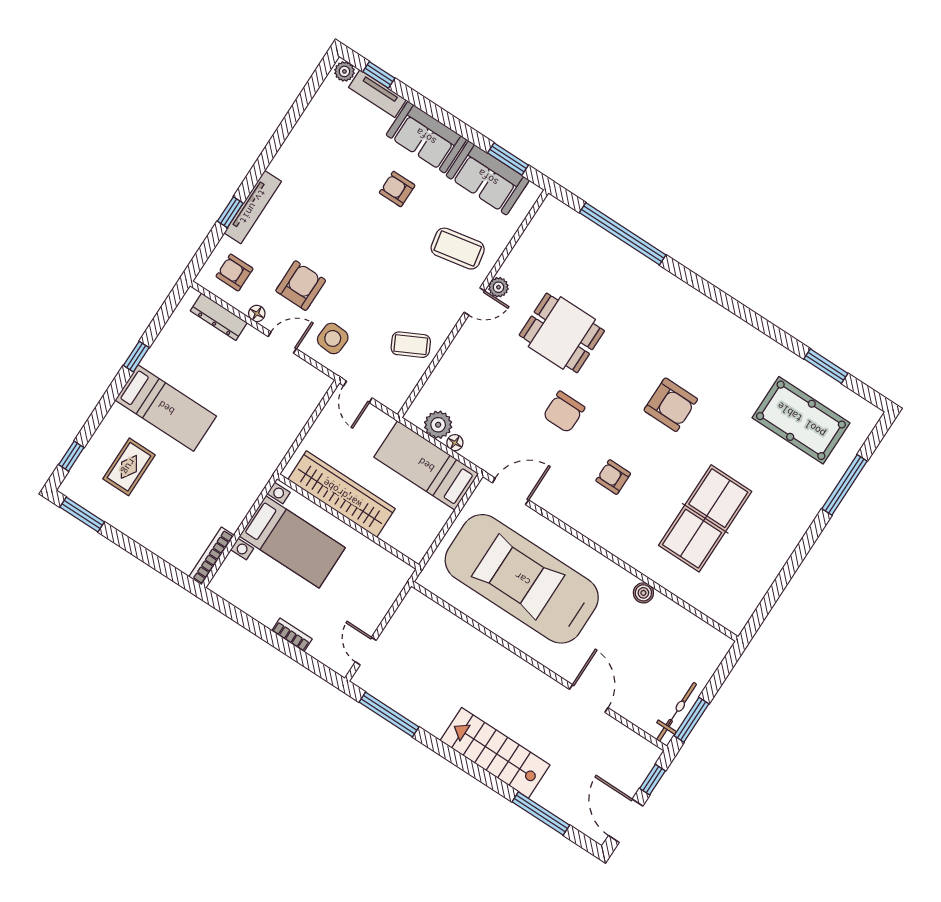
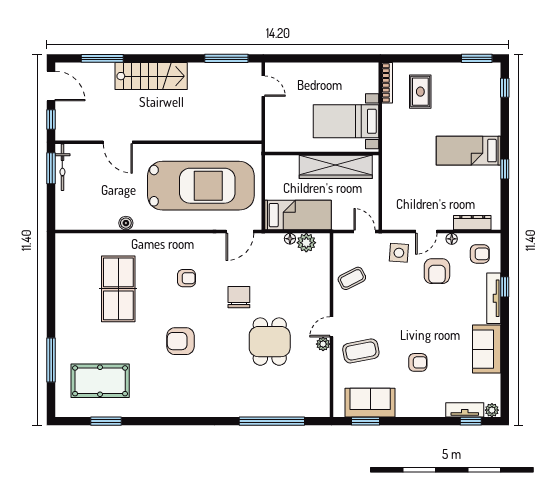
sofa: (426, 137) -> (487, 349), moved, turned -90
dining table: (562, 333) -> (270, 342), turned 90
rug: (129, 467) -> (420, 92), moved
bookcase: (292, 635) -> (312, 68), removed

